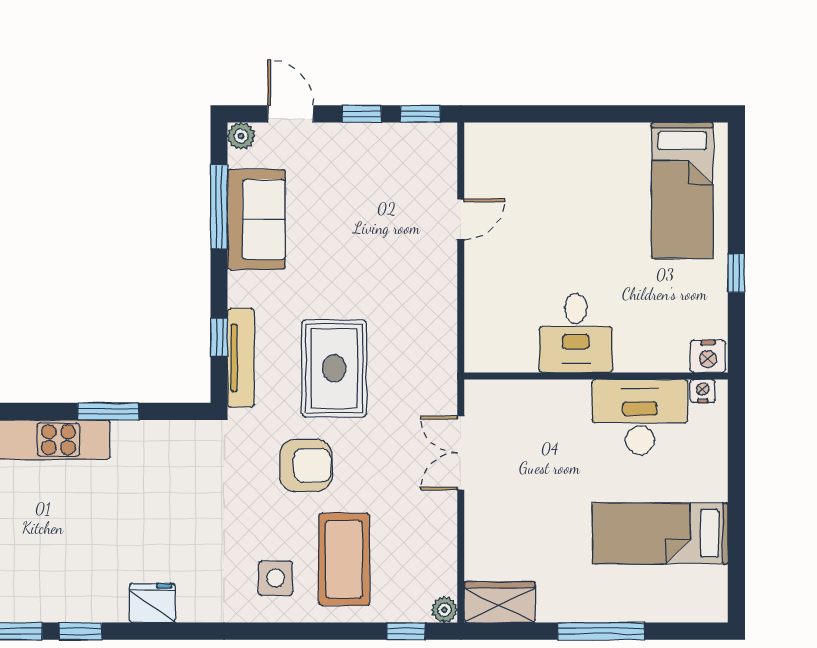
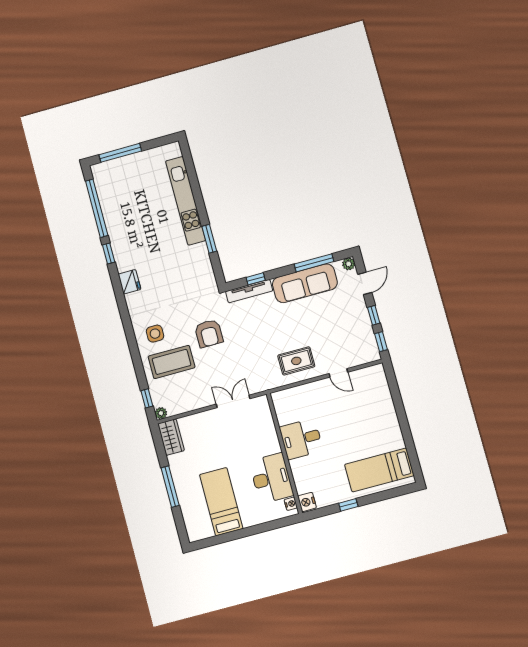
sofa: (256, 219) -> (305, 283), width x1.36
rug: (334, 368) -> (296, 361), moved, width x0.73, depth x0.70

